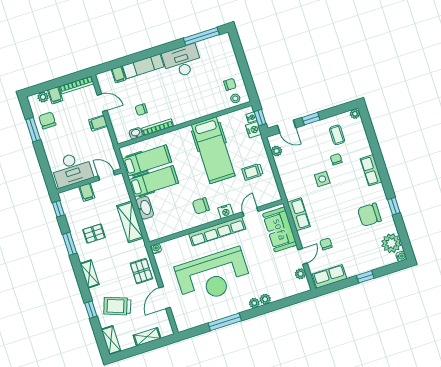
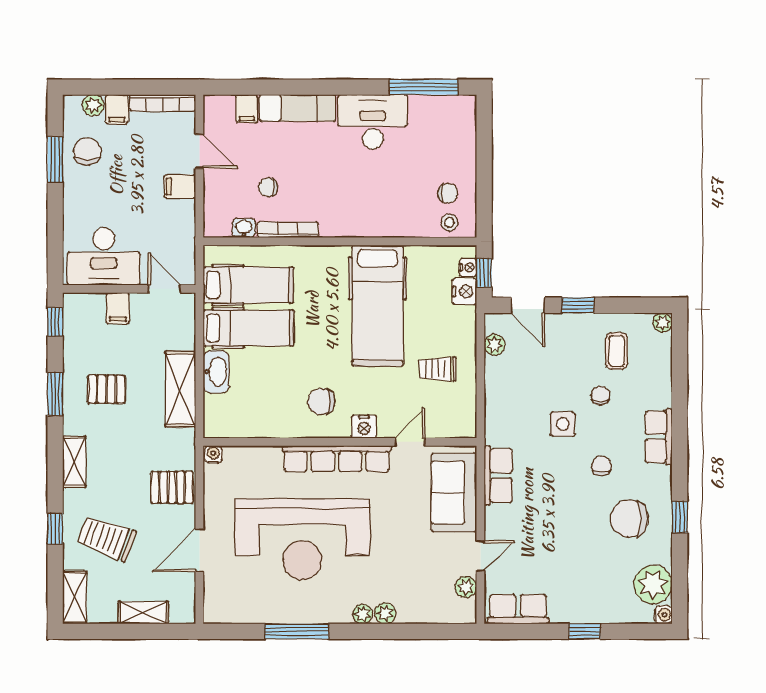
chair: (326, 244) -> (602, 466), moved
pallet: (141, 271) -> (172, 487), turned 90

